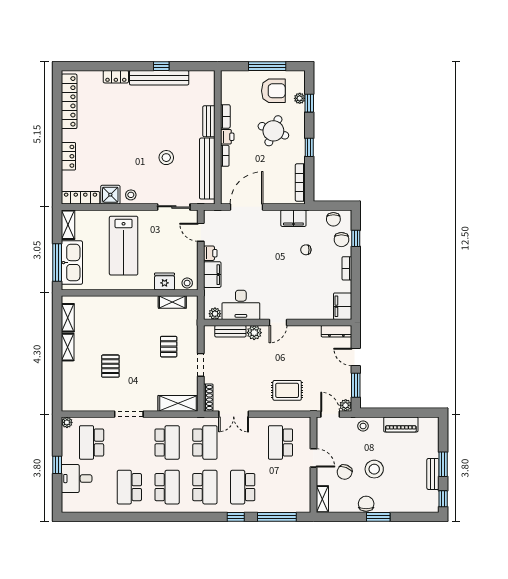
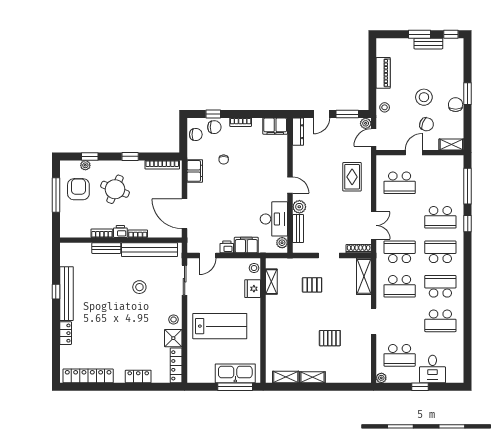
shelving: (68, 225) -> (201, 377), removed
school desk: (167, 442) -> (400, 286), turned 180
chair: (366, 504) -> (456, 105), turned 90

